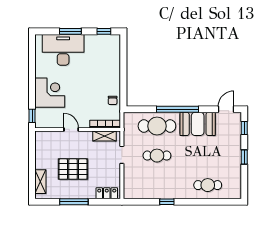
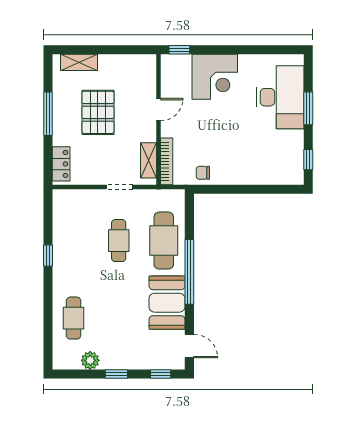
plant: (235, 174) -> (90, 360), added

